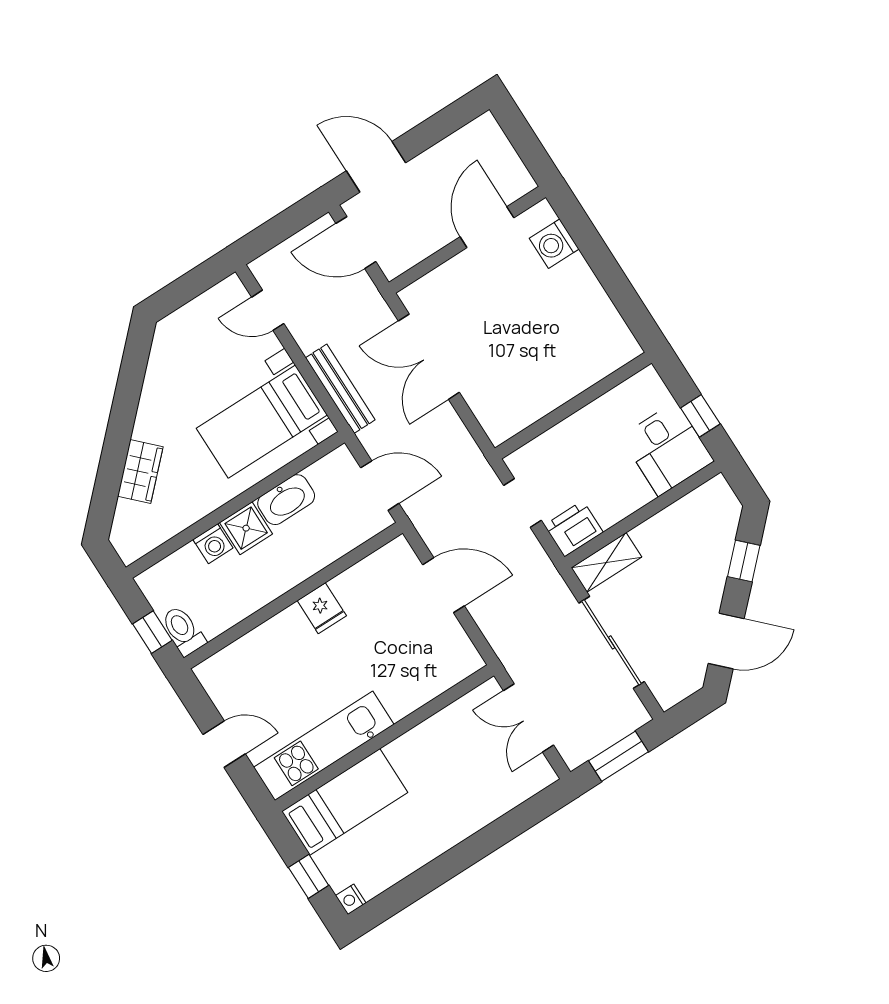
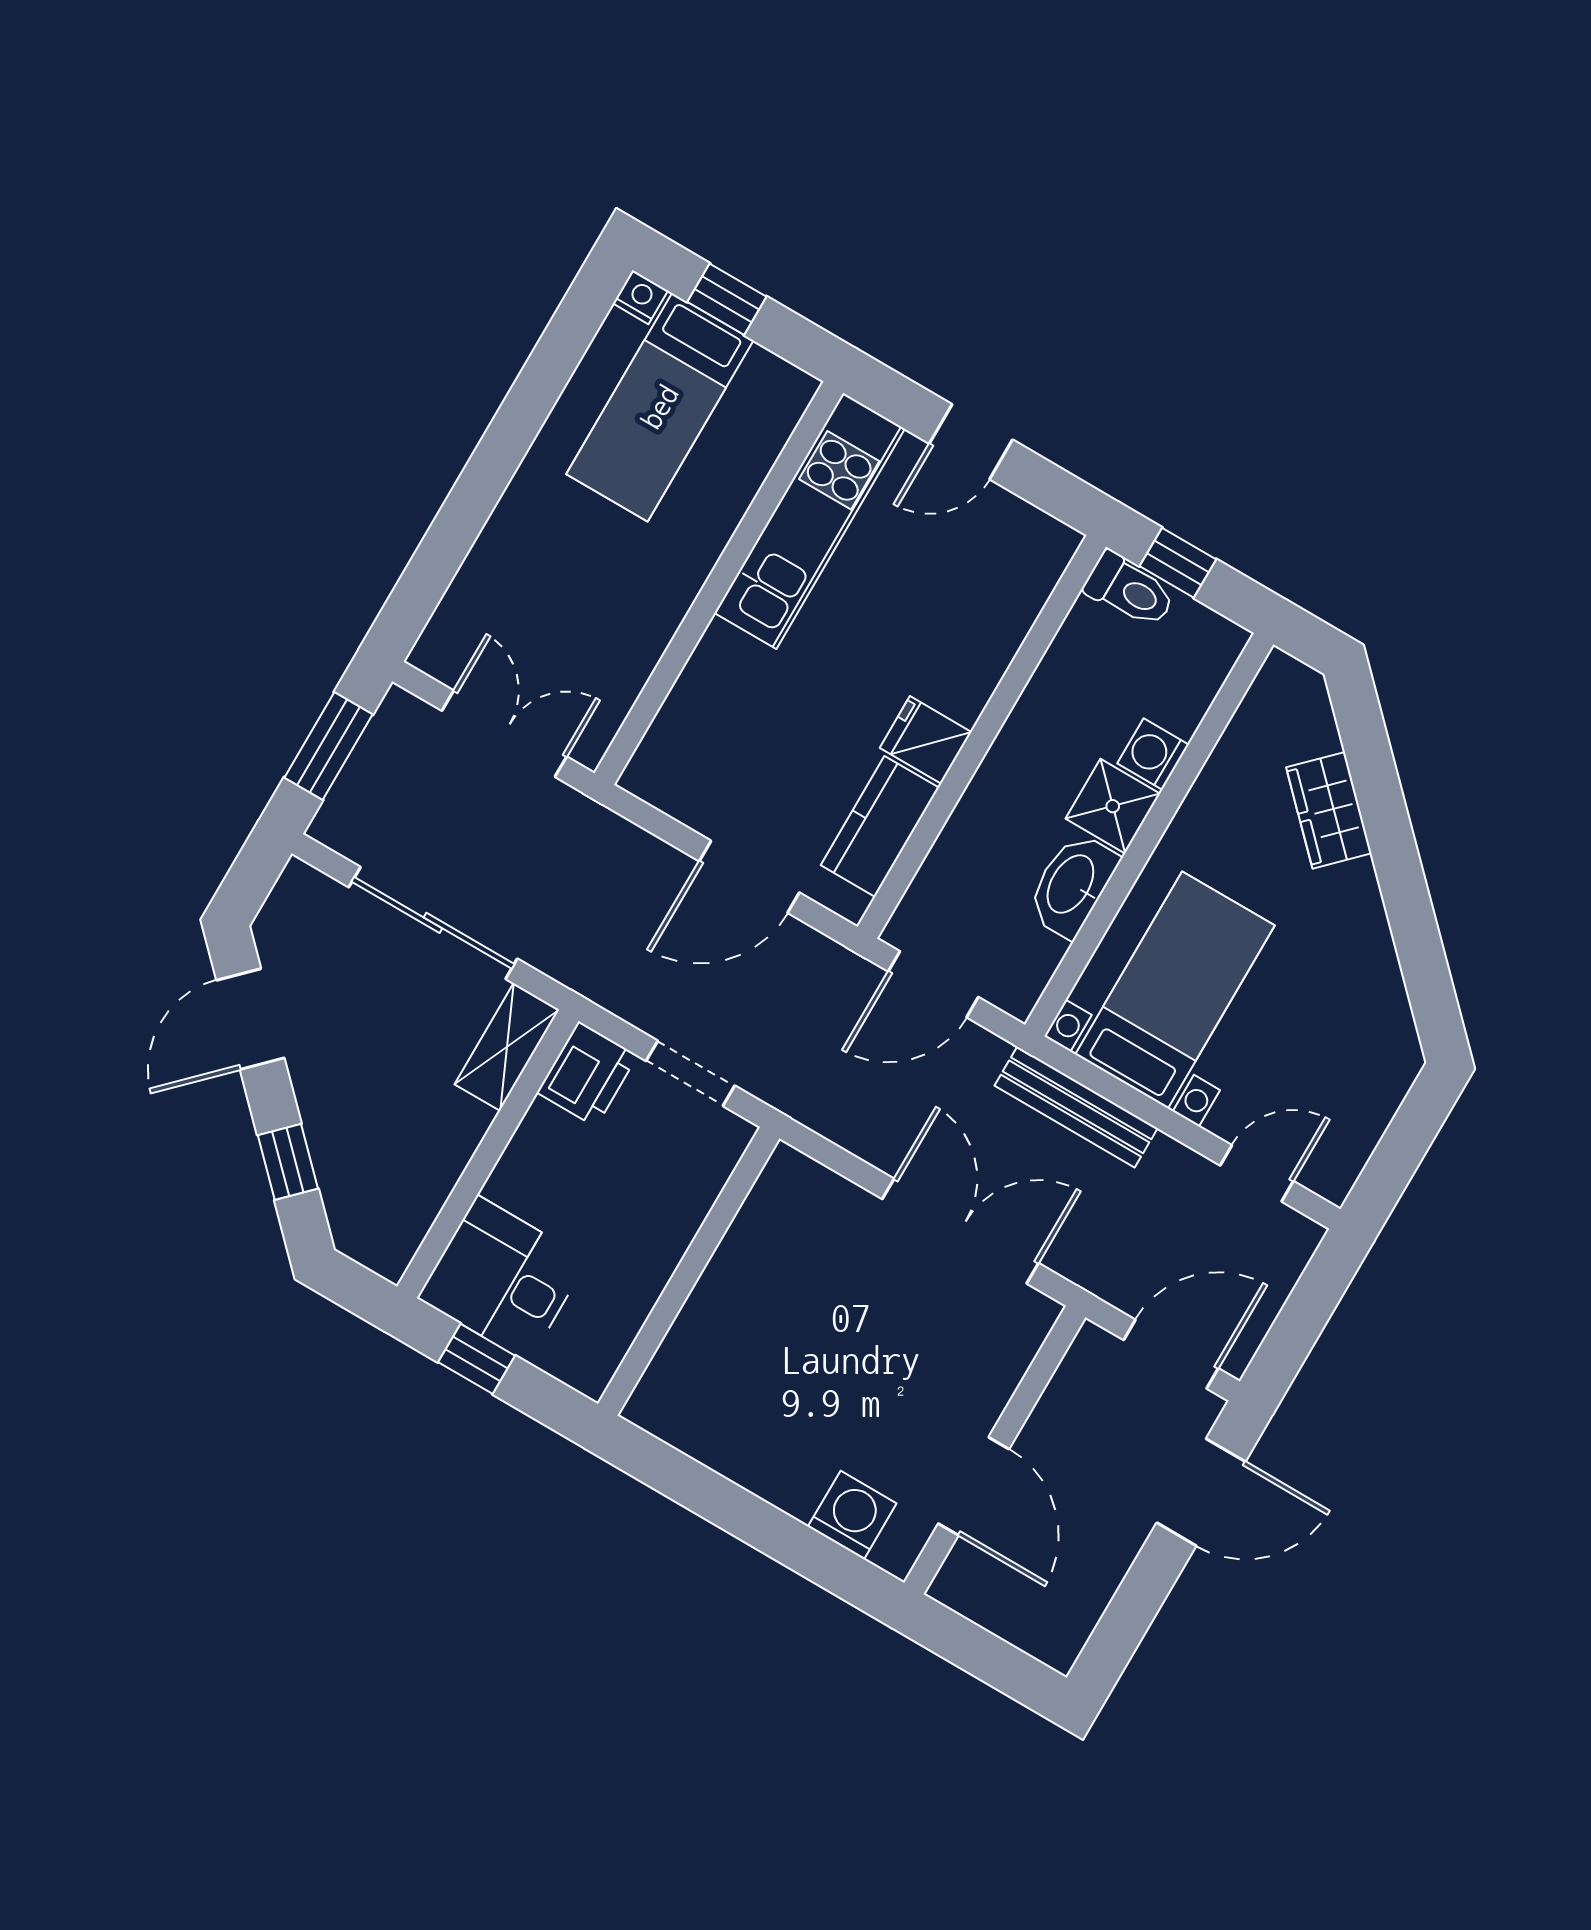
kitchen counter: (366, 577) -> (880, 826), added
bed: (345, 802) -> (660, 407), moved

